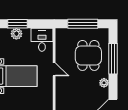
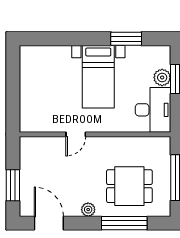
desk: (42, 40) -> (153, 110), width x1.37
door: (54, 69) -> (76, 134), moved

